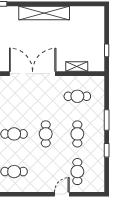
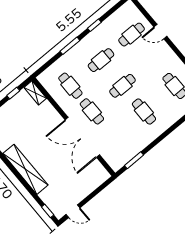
shelving: (77, 66) -> (35, 93), moved
cafe table: (46, 96) -> (92, 111), added

